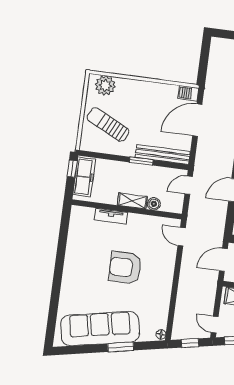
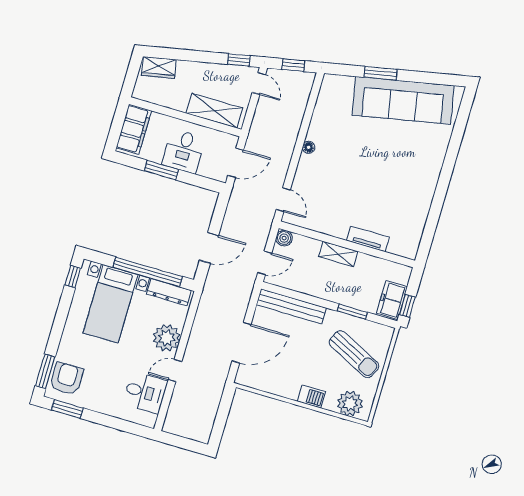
barbecue: (188, 93) -> (311, 397), moved
window: (141, 161) -> (352, 312), moved
freezer: (84, 177) -> (392, 300), width x0.71
boiler: (154, 204) -> (284, 238), moved
armchair: (125, 268) -> (360, 172), removed
floor lamp: (161, 334) -> (309, 147), moved

